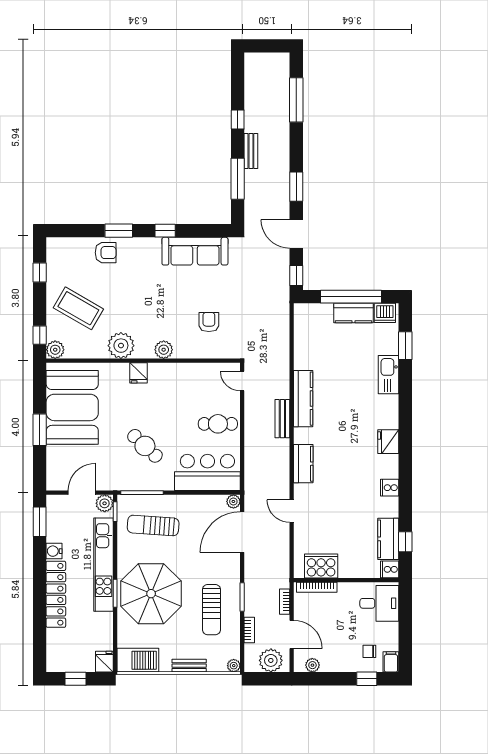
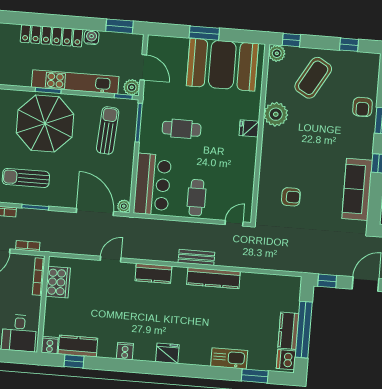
plant: (164, 350) -> (269, 153), removed
cafe table: (145, 446) -> (182, 129), turned 47

